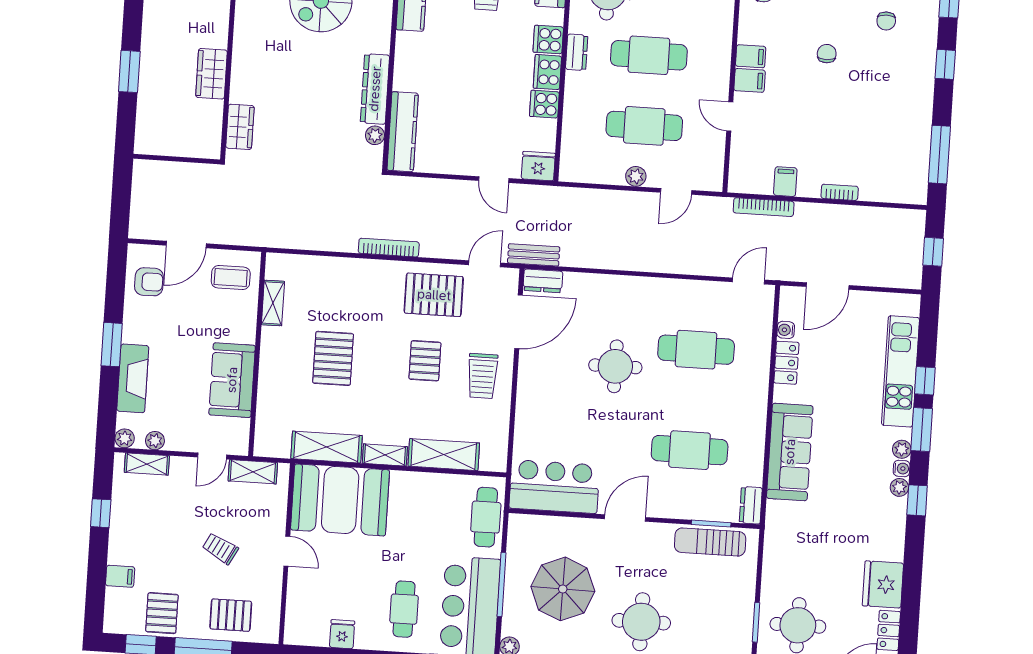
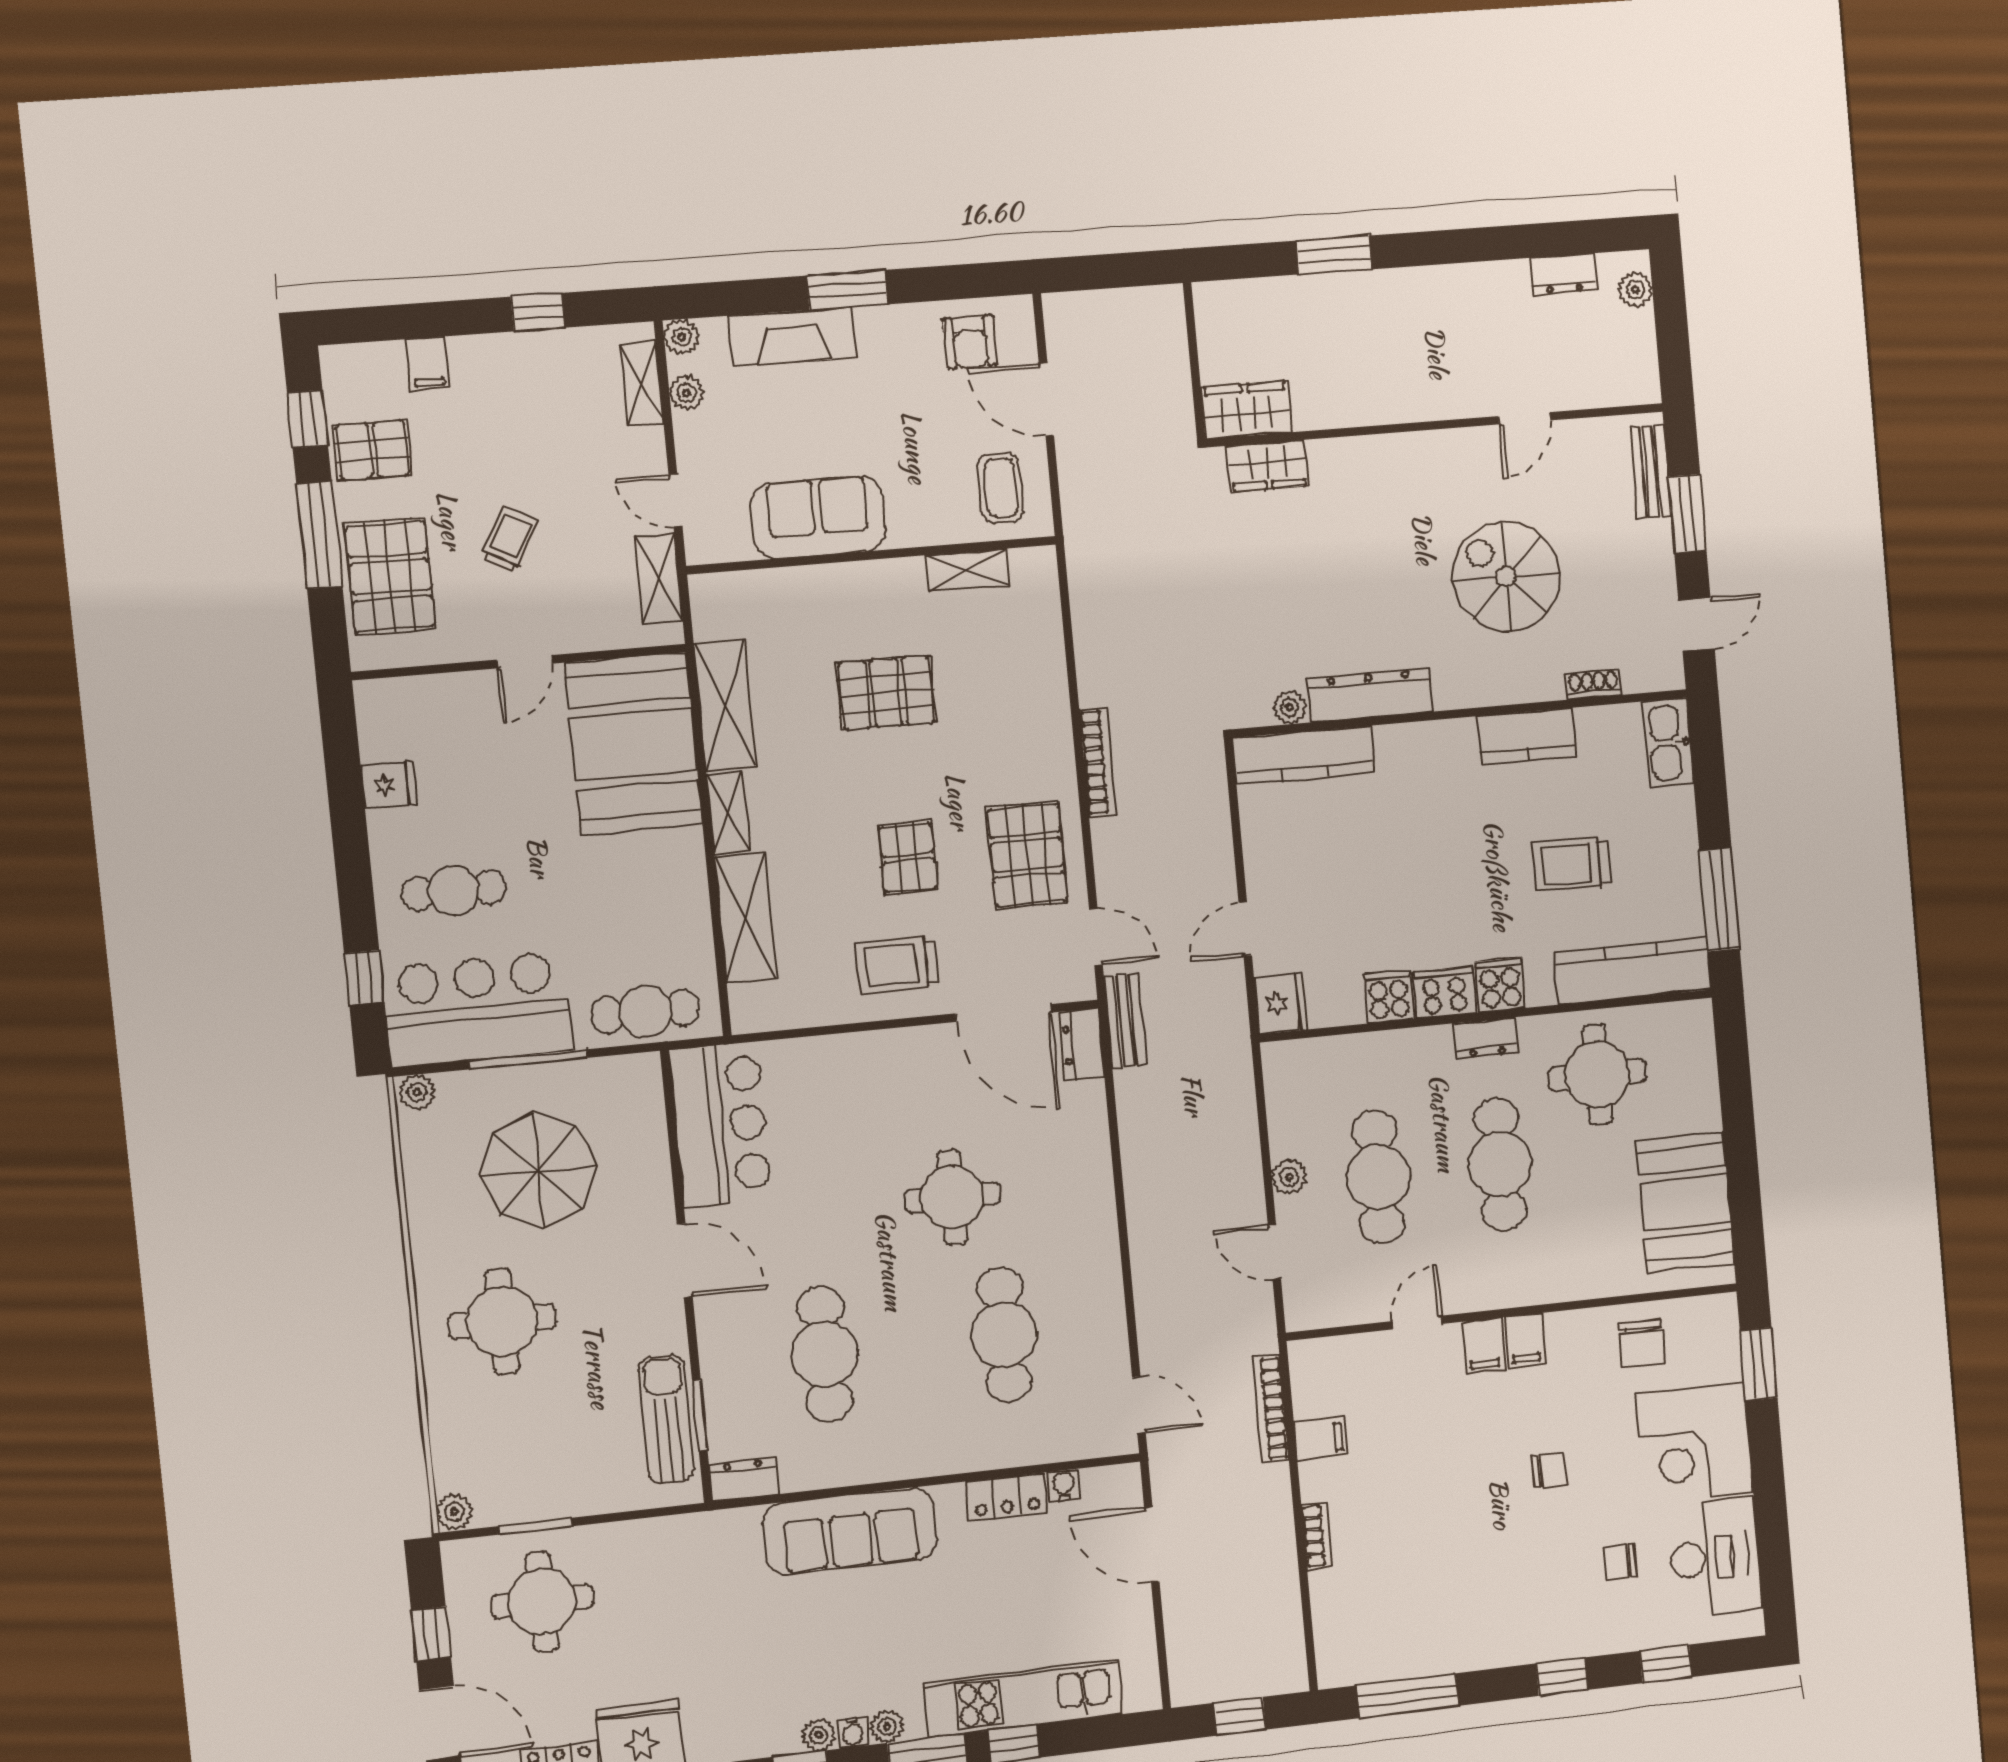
wardrobe: (211, 74) -> (1246, 410), moved
pallet: (425, 361) -> (908, 858), turned 90
pallet: (231, 615) -> (390, 577), width x1.50, depth x1.42

